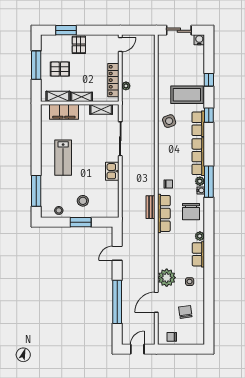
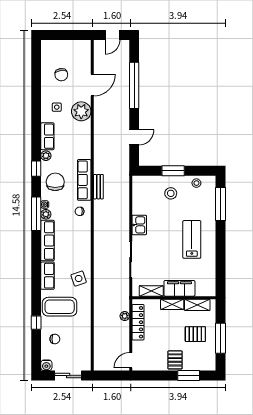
filing cabinet: (64, 112) -> (179, 288), moved
window: (209, 115) -> (36, 169), moved
chair: (172, 337) -> (55, 339), moved

